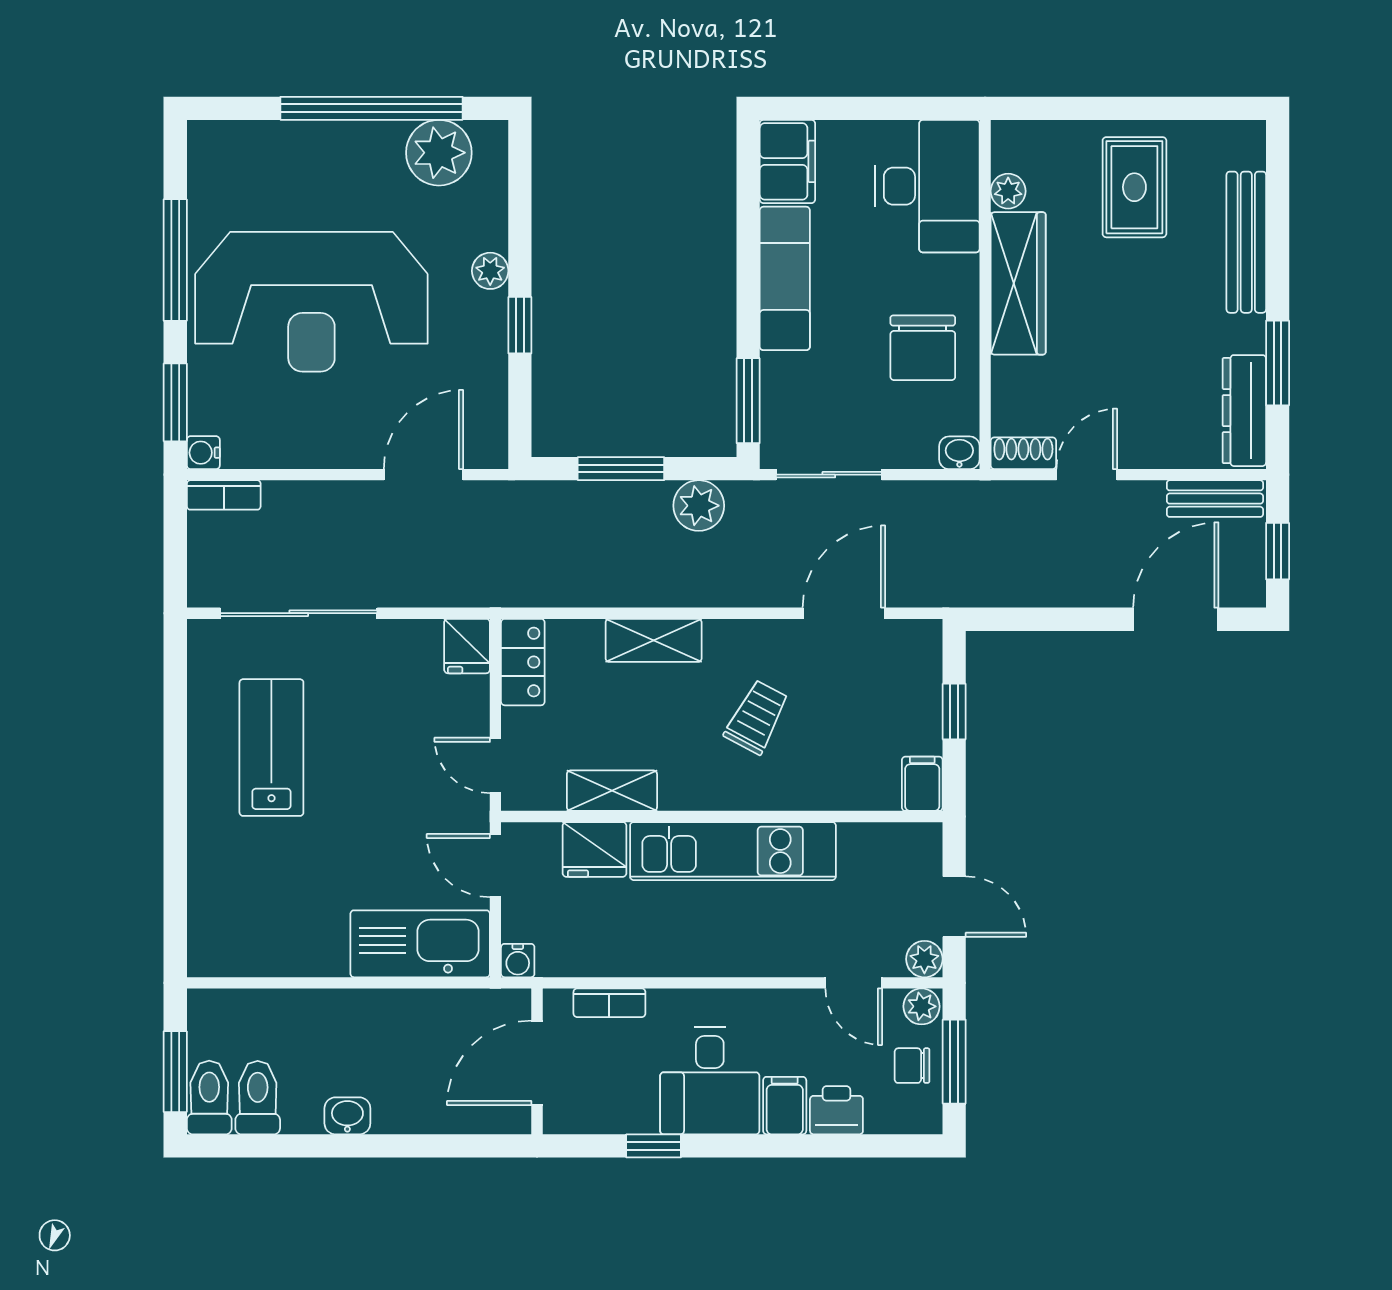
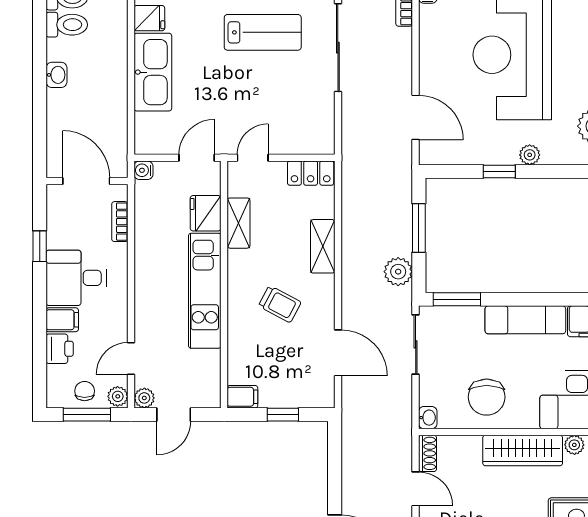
chair: (923, 348) -> (487, 397), turned -90
fridge: (467, 646) -> (149, 18), moved, turned 180
kitchen sink: (420, 944) -> (153, 72), moved

